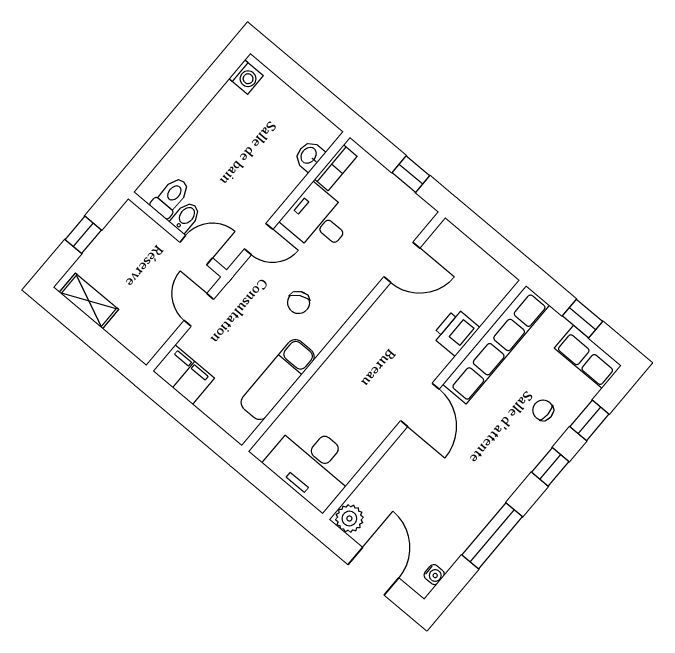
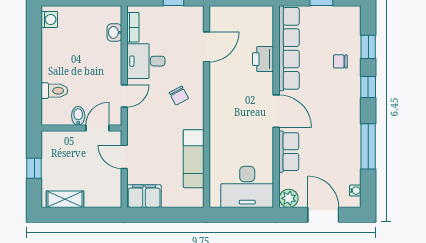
toilet: (171, 197) -> (54, 91), moved, turned 90
chair: (299, 303) -> (179, 96), moved
row of seats: (588, 357) -> (289, 152), moved, turned -90

